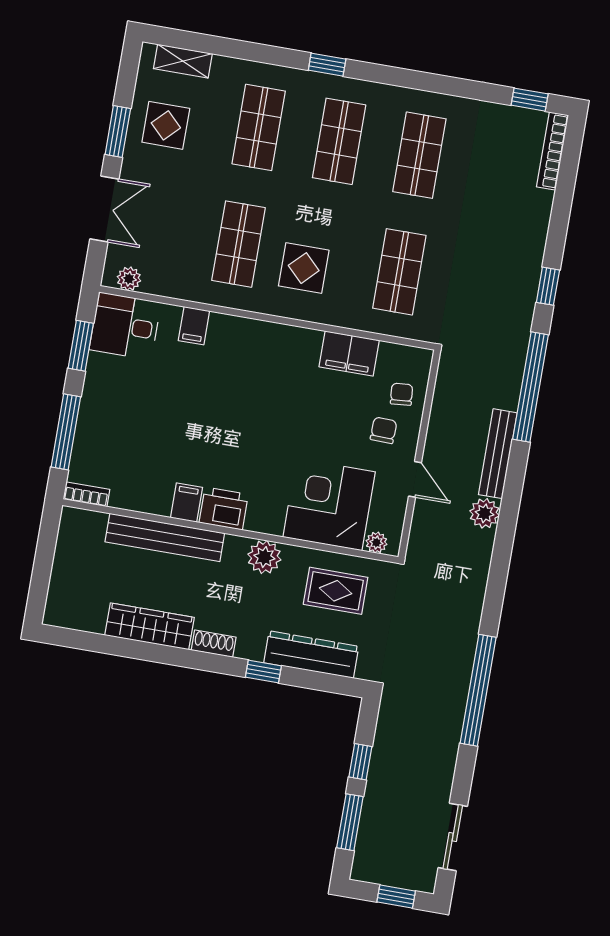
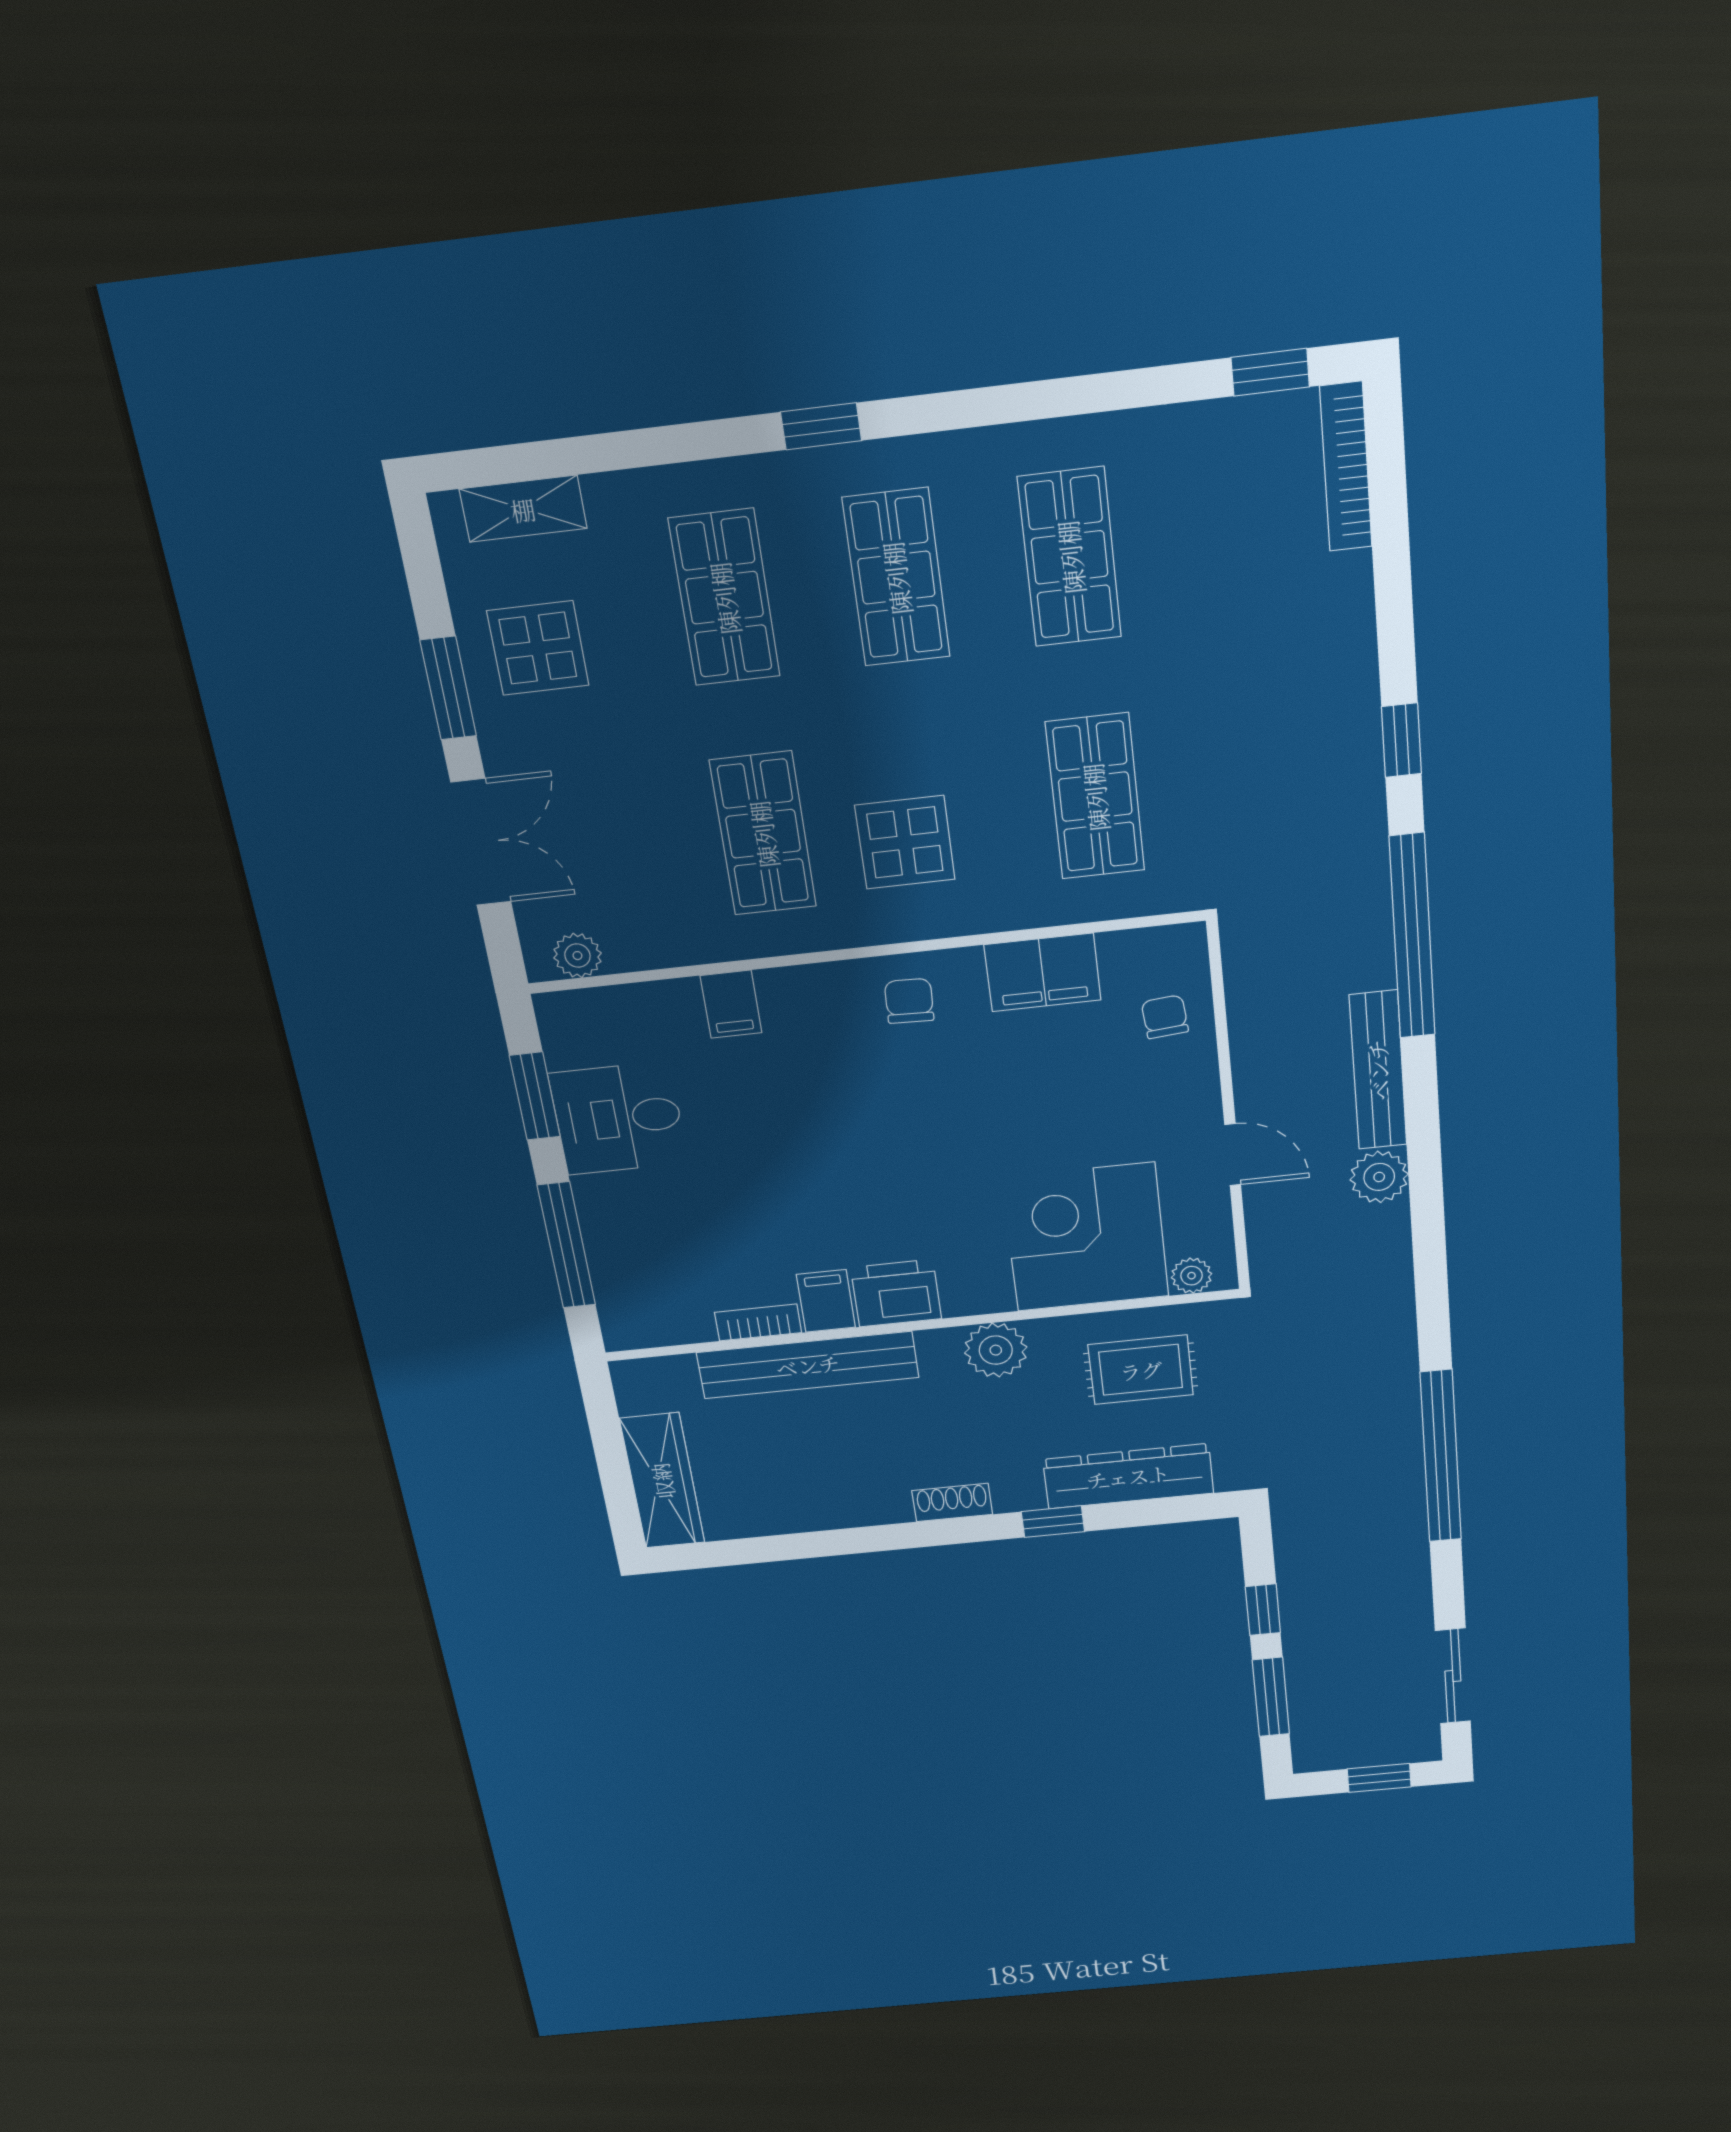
desk: (125, 326) -> (618, 1118), moved
chair: (384, 430) -> (909, 1001), moved
bookcase: (86, 494) -> (758, 1322), moved
wardrobe: (150, 626) -> (662, 1481), moved, turned 90

